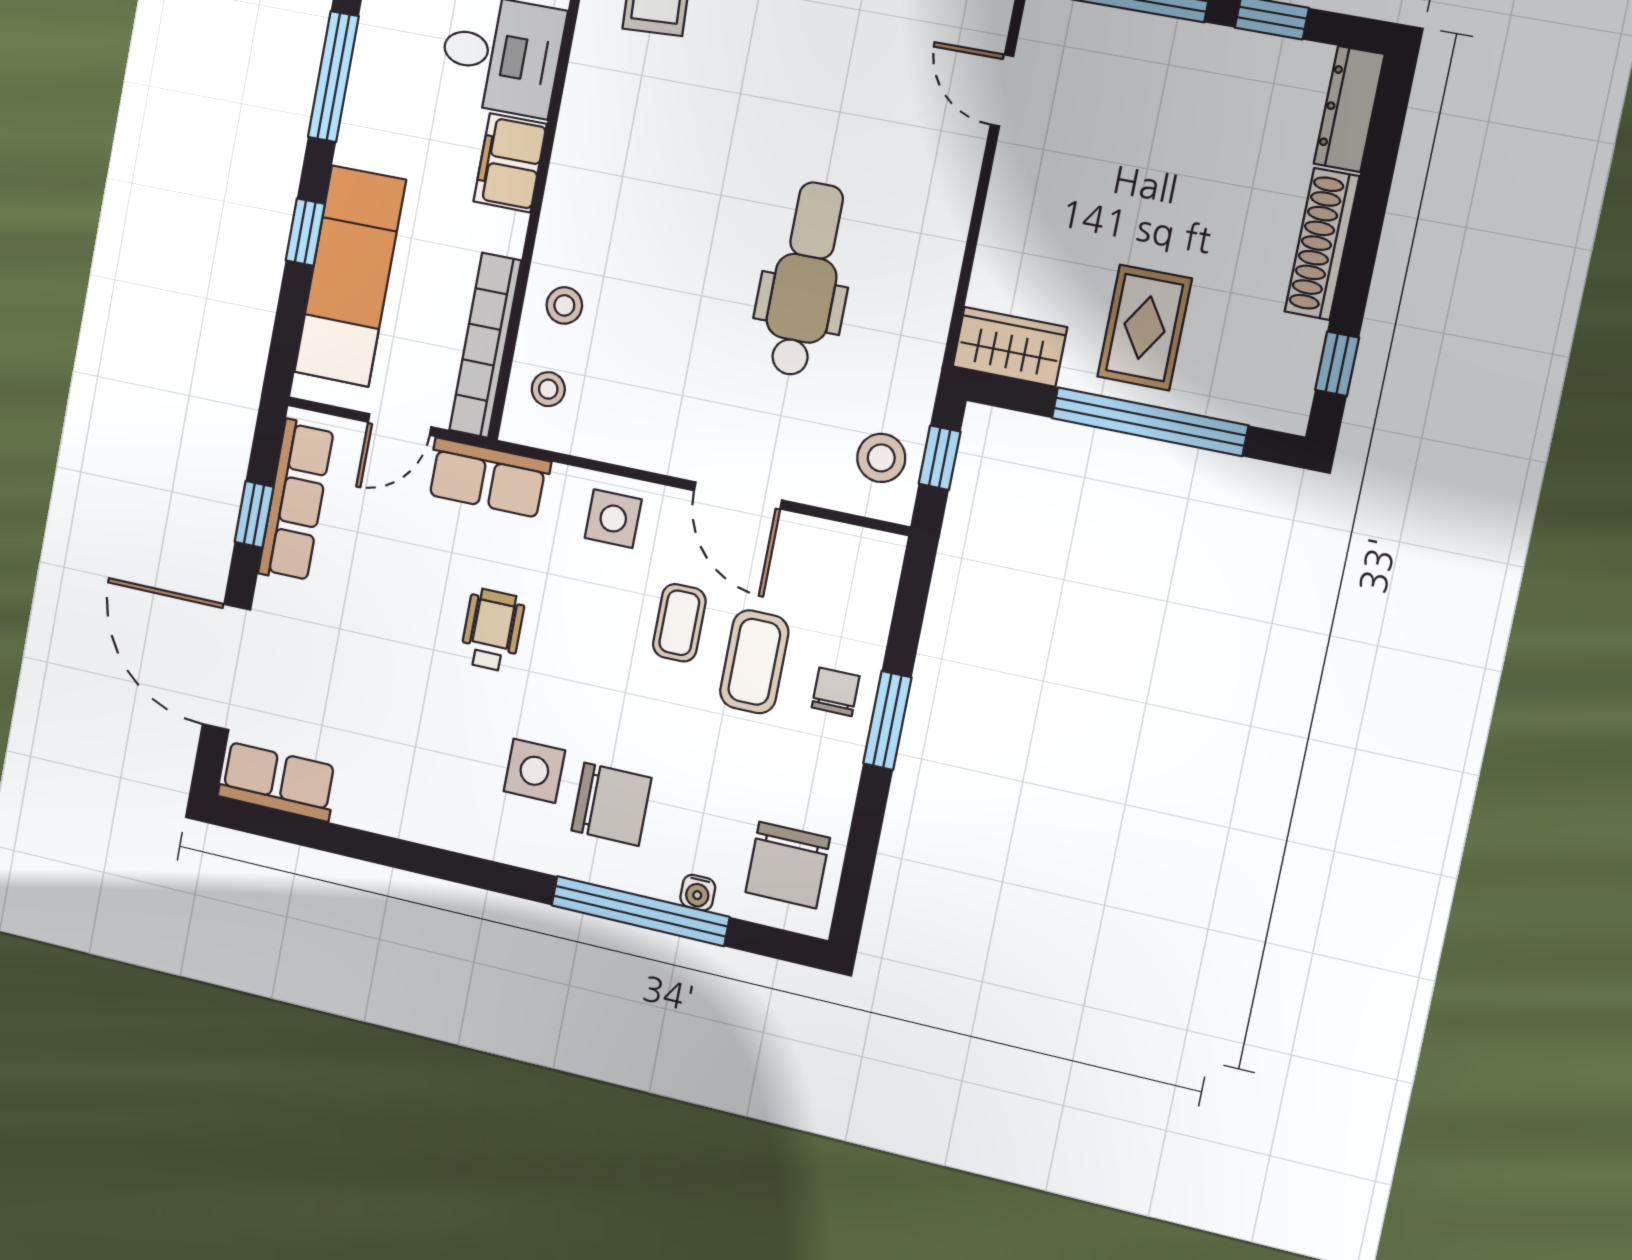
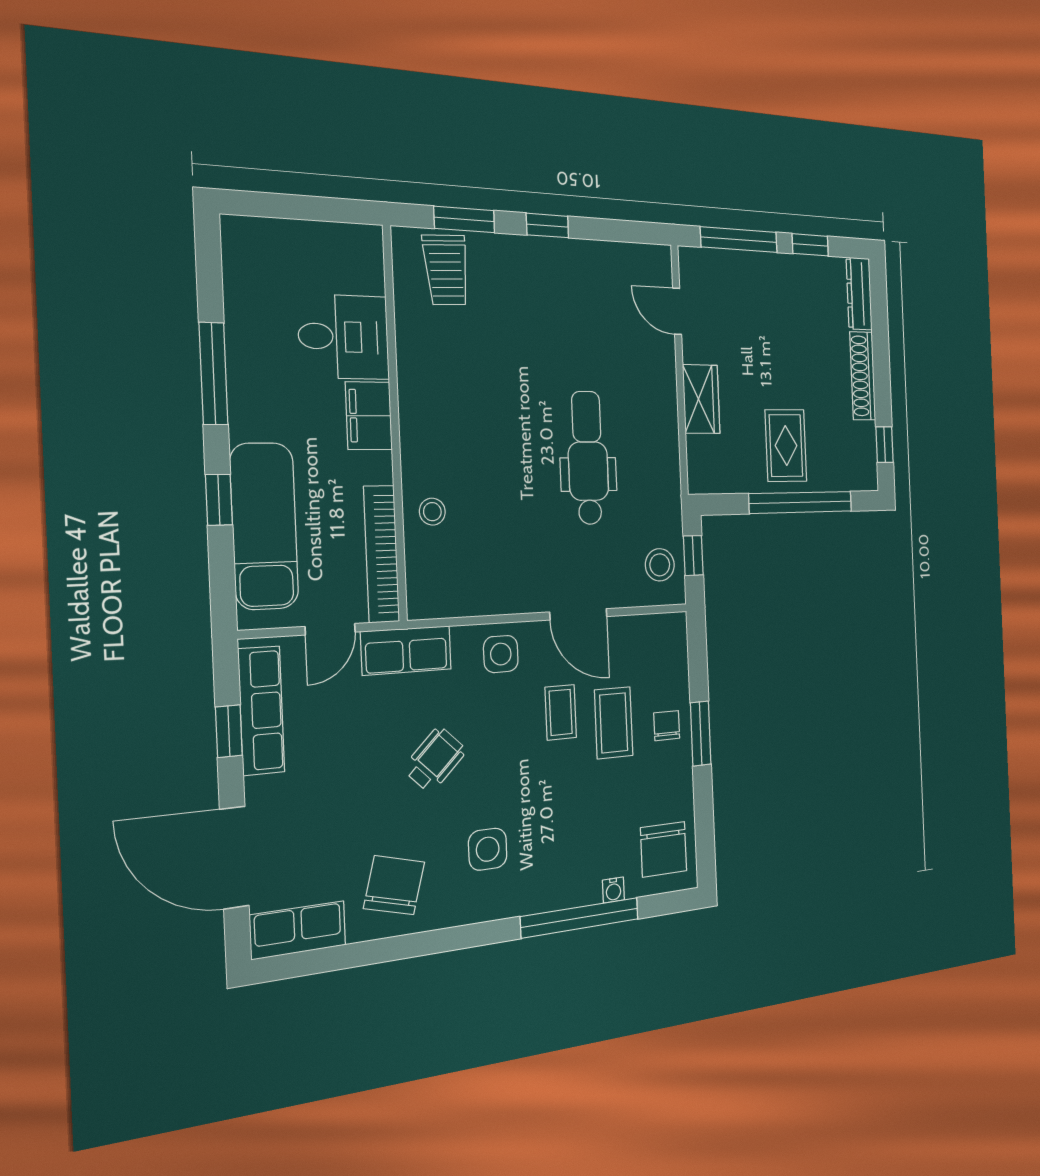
wardrobe: (1010, 347) -> (701, 399), moved, turned 90
stool: (548, 389) -> (435, 575), removed
wheelchair: (492, 630) -> (435, 760), turned 45
chair: (611, 804) -> (394, 885), moved, turned -75

